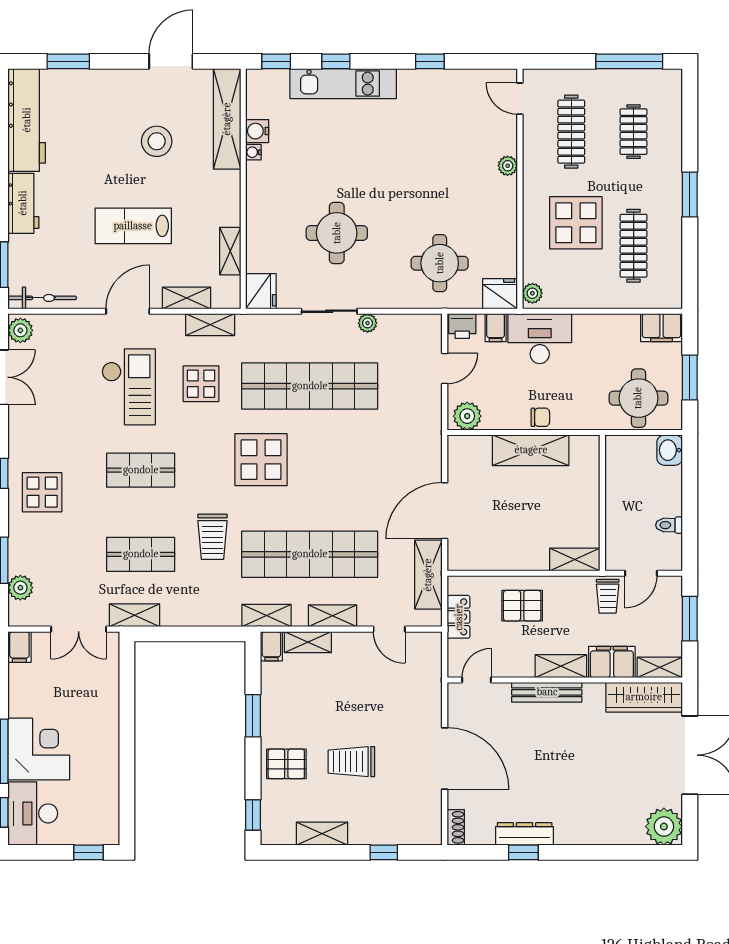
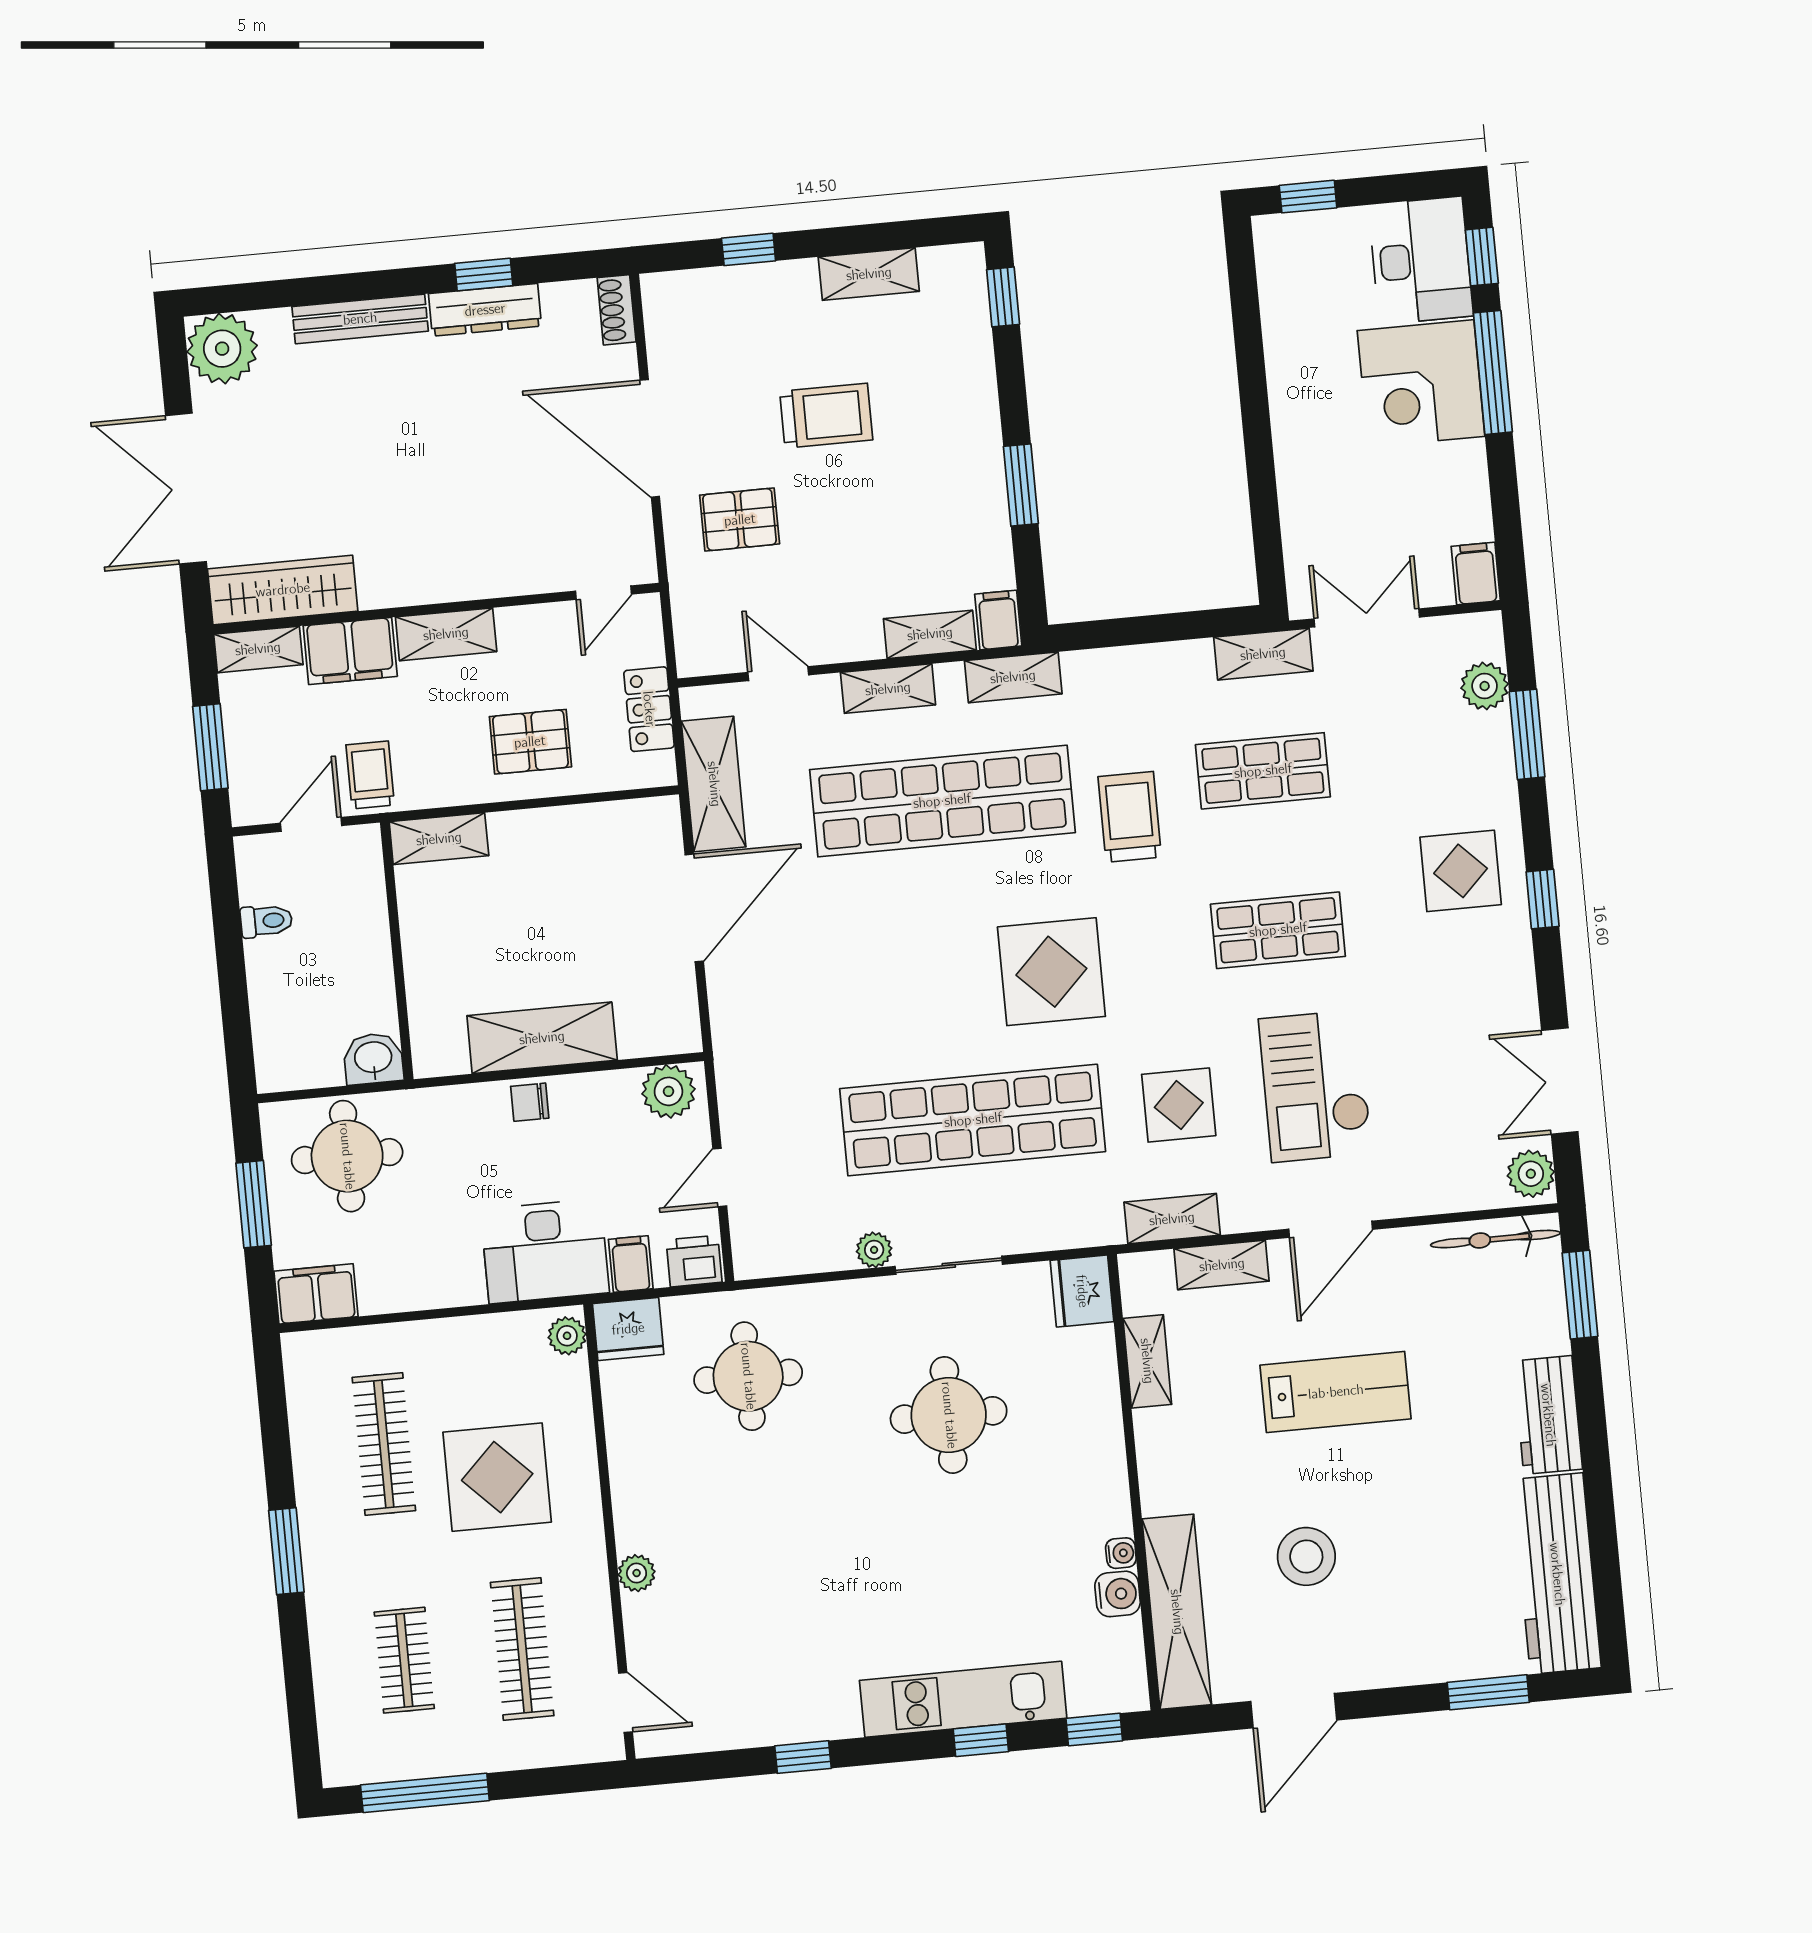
washbasin: (670, 450) -> (373, 1059), moved, turned -90
bench: (547, 692) -> (360, 319), moved
pallet: (286, 764) -> (740, 520), moved

